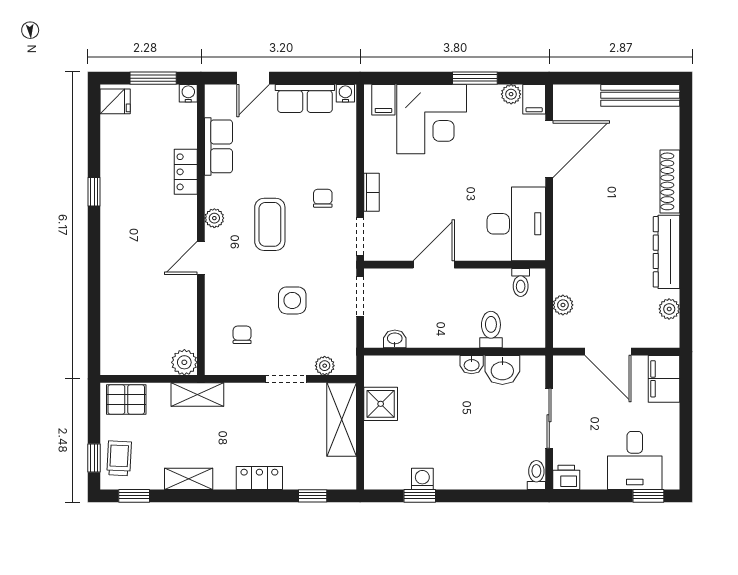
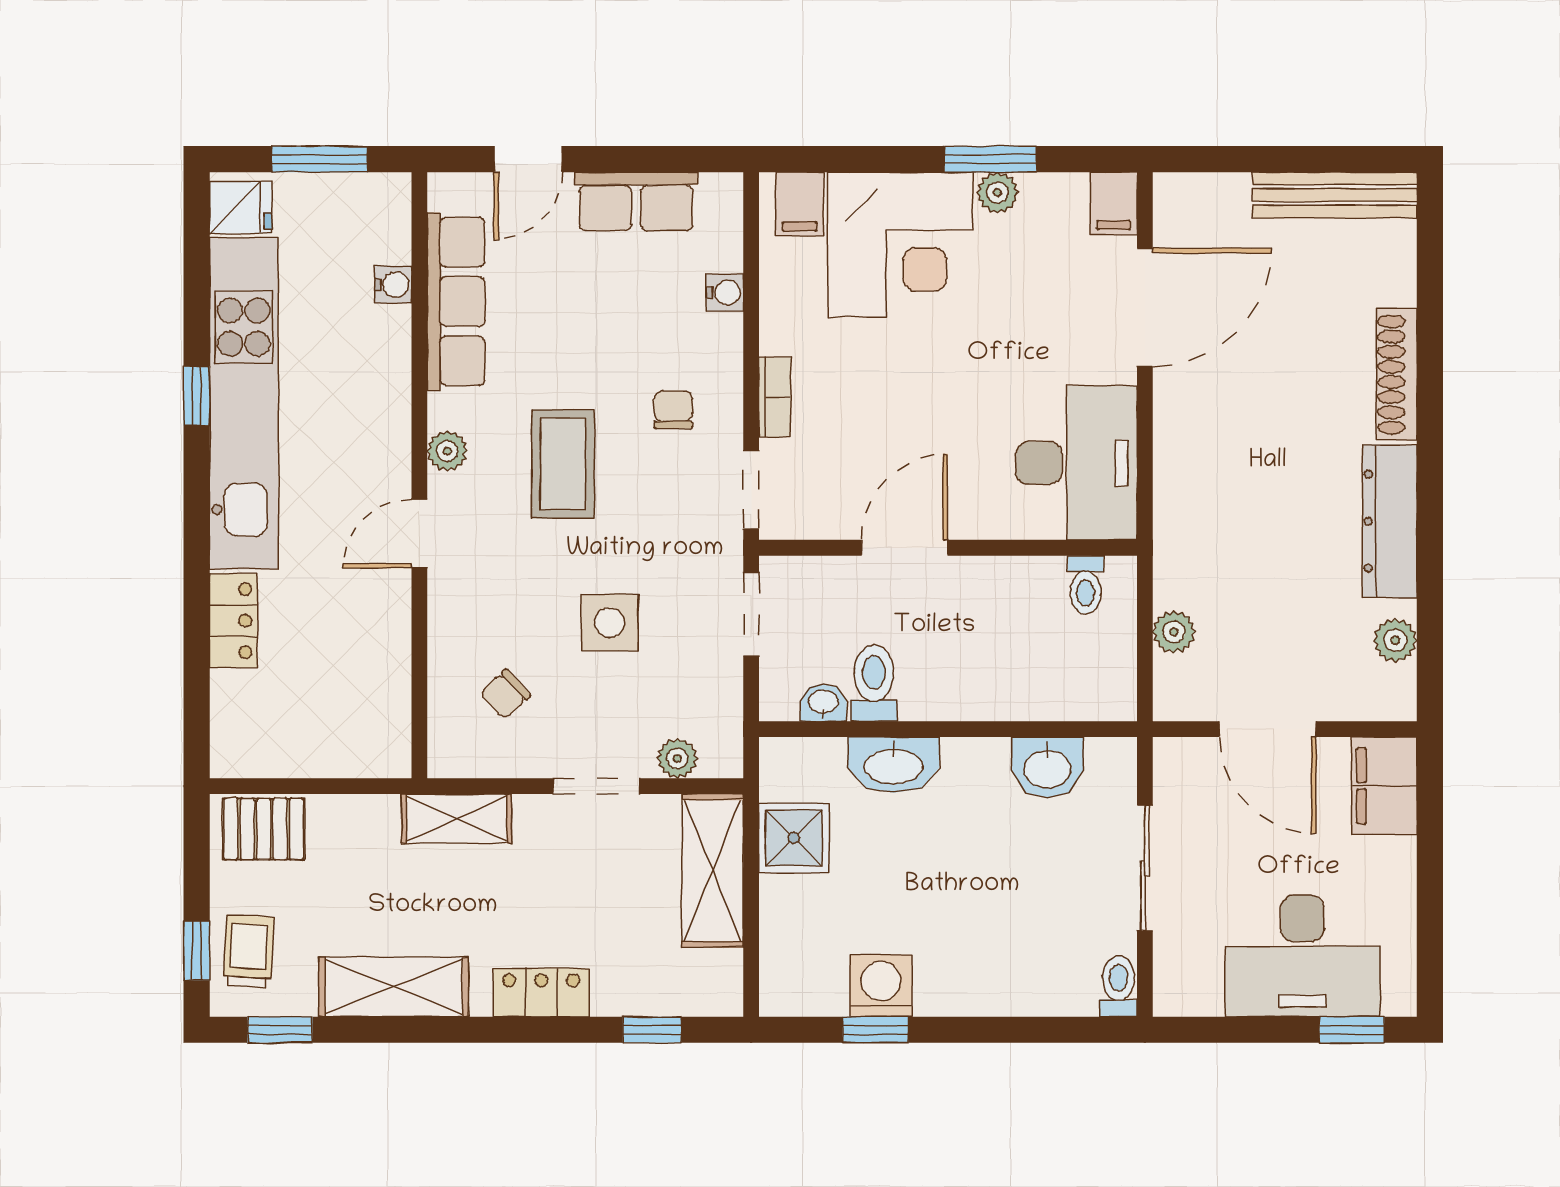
water cooler: (188, 93) -> (393, 285), moved, turned 90
water cooler: (345, 93) -> (725, 293), moved, turned 90
plant: (511, 94) -> (997, 193), moved
row of seats: (218, 146) -> (456, 301), width x1.48
locker: (186, 172) -> (233, 621), moved, turned 180
kitchen unit: (117, 195) -> (244, 403), added
toilet: (491, 330) -> (874, 683), moved
chair: (242, 335) -> (505, 694), turned -132
plant: (184, 362) -> (385, 751), removed
washbasin: (472, 365) -> (894, 765), moved, width x1.91, depth x1.45
shelving: (197, 395) -> (456, 819), moved
desk: (635, 460) -> (1302, 956), width x1.37
printer: (566, 477) -> (1181, 991), removed
shelving: (189, 479) -> (394, 987), width x1.50, depth x1.33
washing machine: (422, 479) -> (881, 986), width x1.38, depth x1.38

